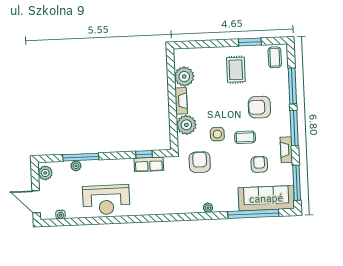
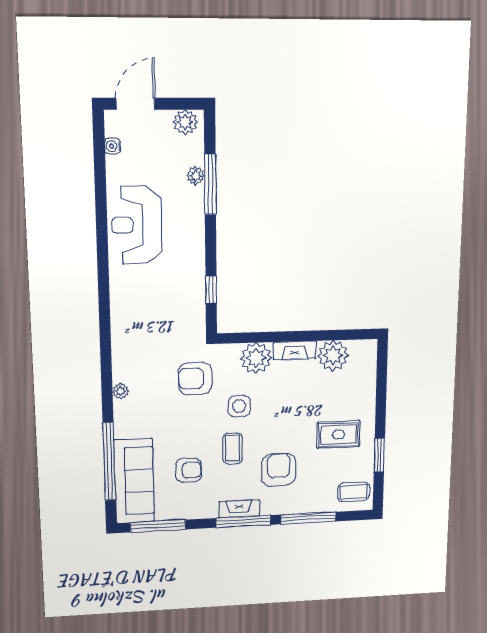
fireplace: (286, 150) -> (239, 509), moved
armchair: (200, 162) -> (195, 379), turned 180
row of seats: (149, 164) -> (194, 297), removed

